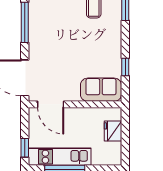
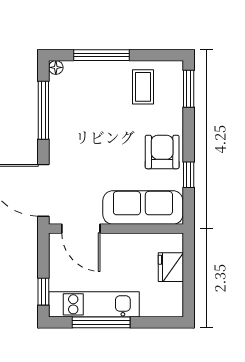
armchair: (107, 51) -> (162, 152), added
sofa: (101, 90) -> (143, 208), width x1.36

